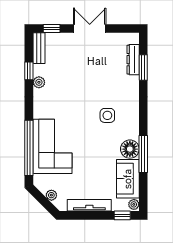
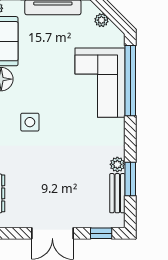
bench: (39, 48) -> (117, 193), moved
window: (29, 71) -> (130, 179), width x1.50

